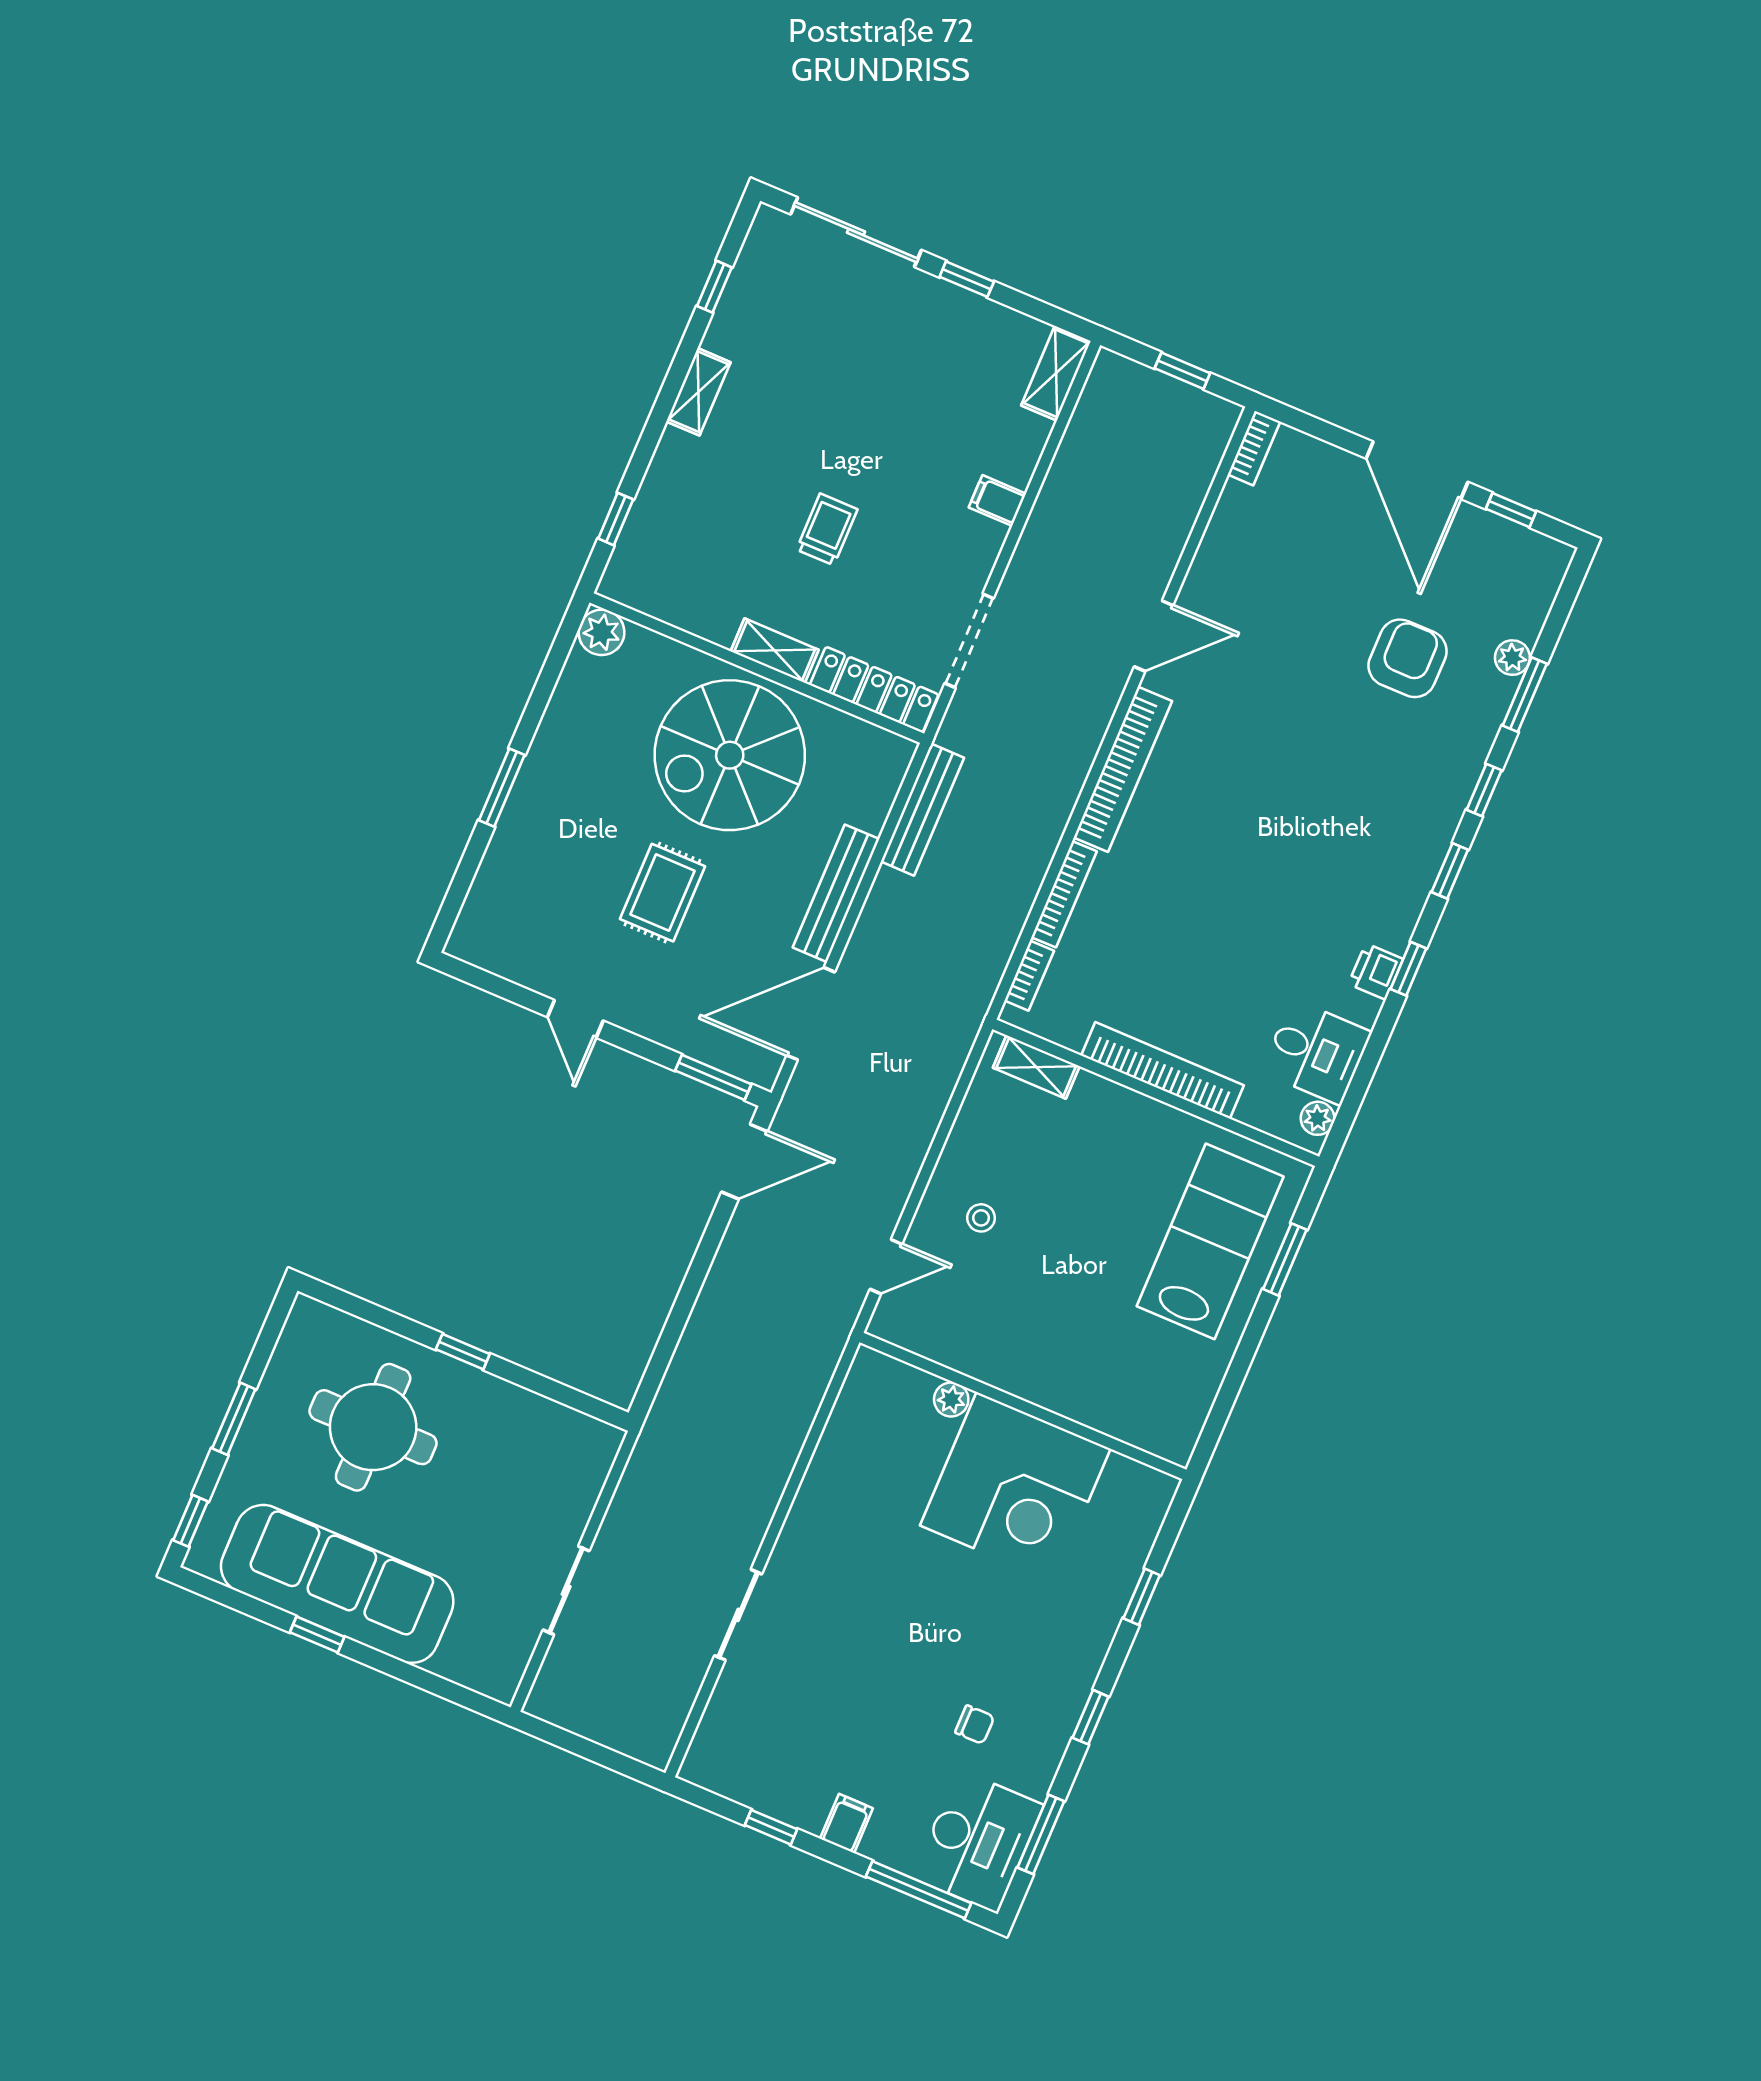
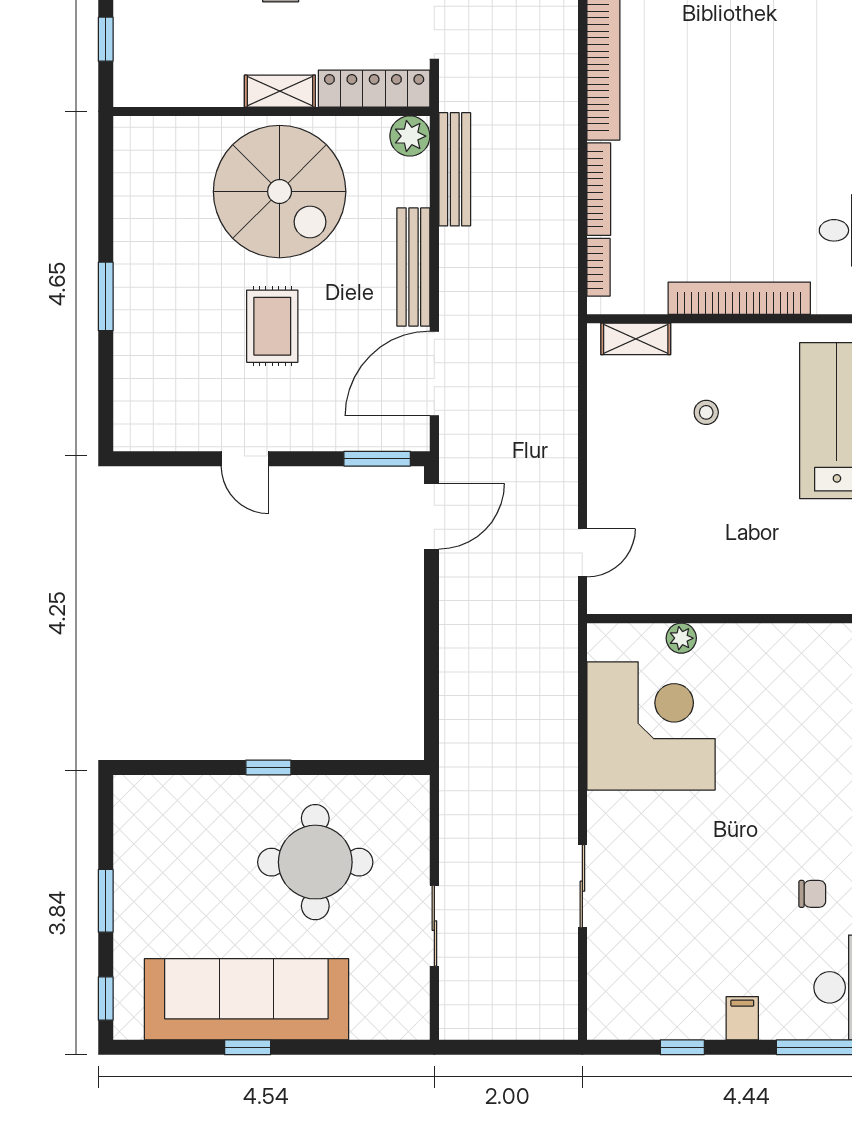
plant: (602, 632) -> (410, 136), moved
spiral stairs: (730, 755) -> (280, 192), turned -90
stool: (981, 1218) -> (706, 412), moved
round table: (373, 1427) -> (315, 862), moved
corner desk: (1015, 1487) -> (651, 726), moved, turned -90

